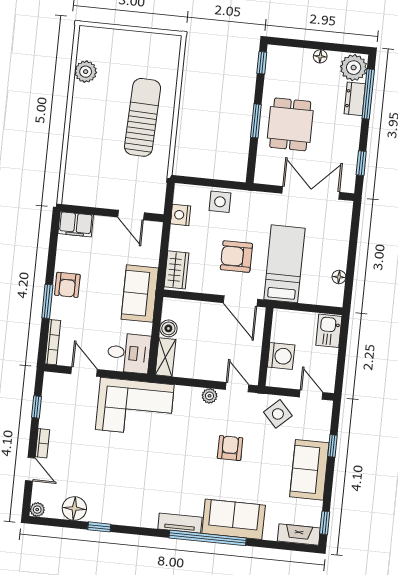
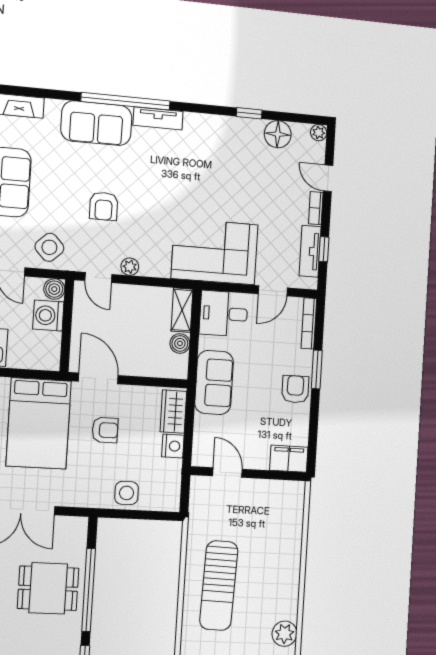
window: (256, 121) -> (89, 590), width x2.11
dining table: (290, 124) -> (48, 588), turned 90
nightstand: (181, 215) -> (173, 446), moved
armchair: (236, 257) -> (105, 430), width x0.72, depth x0.72
bed: (284, 264) -> (39, 423), width x1.50
door: (84, 372) -> (273, 291), hinge flipped
boiler: (275, 378) -> (54, 289), added
tv unit: (49, 405) -> (310, 251), added

